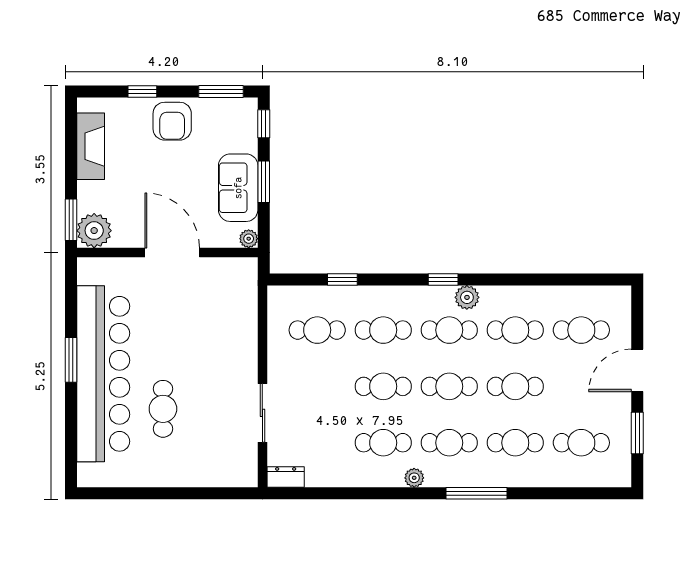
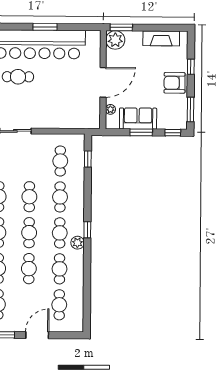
plant: (249, 239) -> (110, 109), moved
window: (342, 279) -> (88, 159), moved
door: (637, 370) -> (37, 335), hinge flipped

